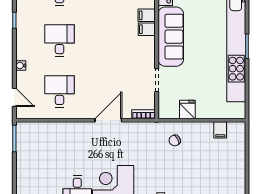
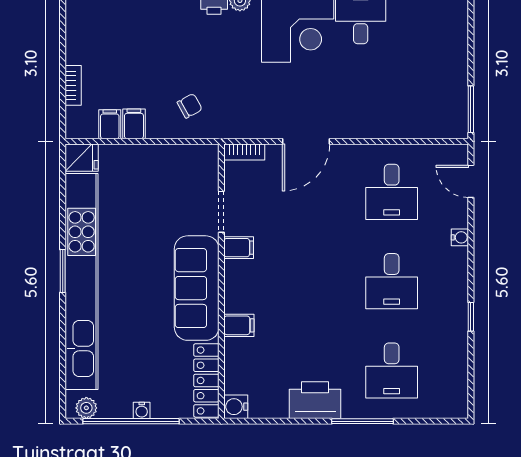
filing cabinet: (147, 29) -> (239, 248), moved
fridge: (187, 109) -> (82, 158), moved, turned -90
filing cabinet: (206, 130) -> (134, 124), added
bookcase: (241, 152) -> (73, 85), added

